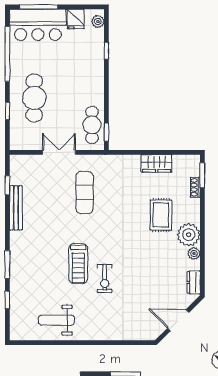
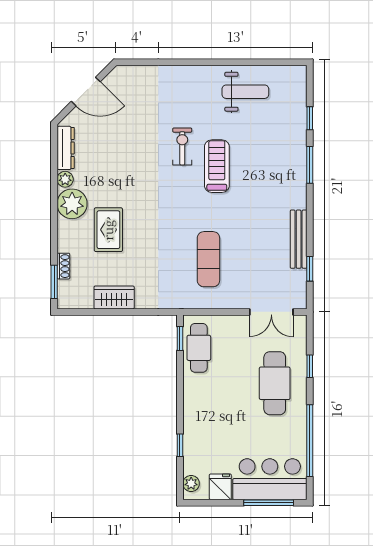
double door: (59, 152) -> (271, 312), moved
dresser: (194, 282) -> (66, 148), width x1.44

